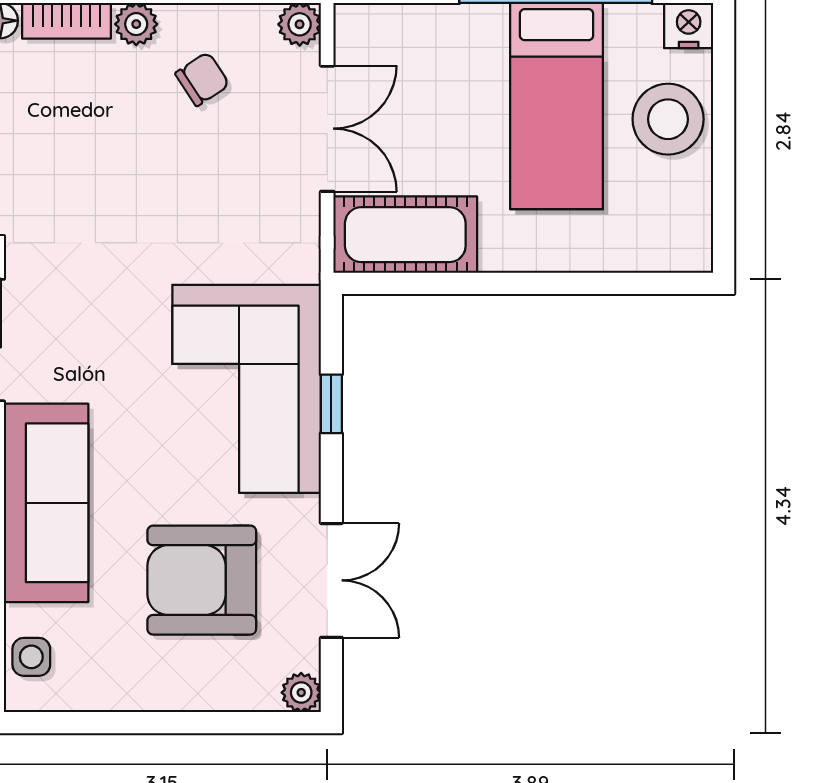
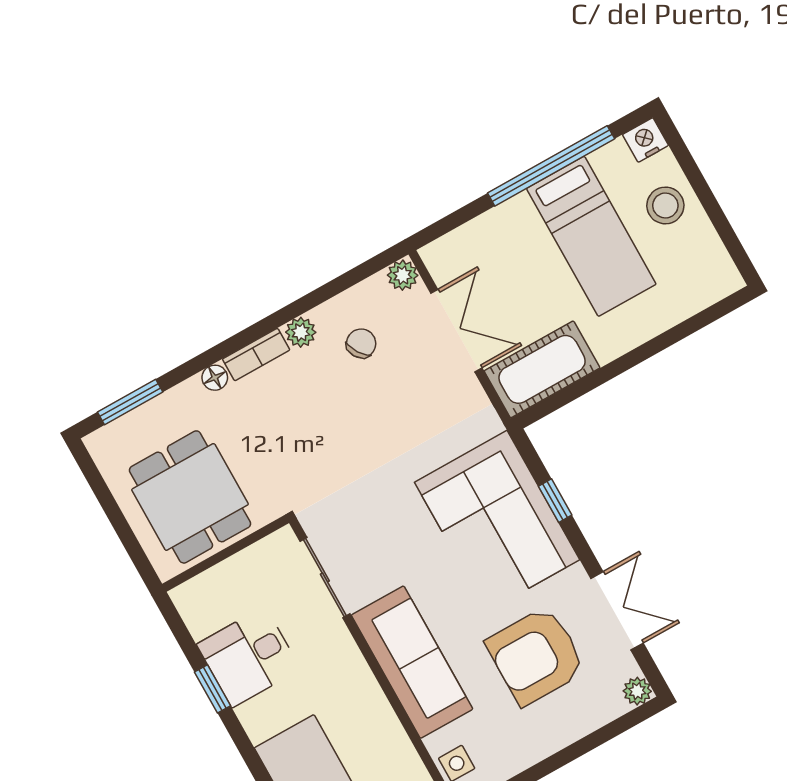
stool: (668, 119) -> (665, 205), width x0.73, depth x0.73

